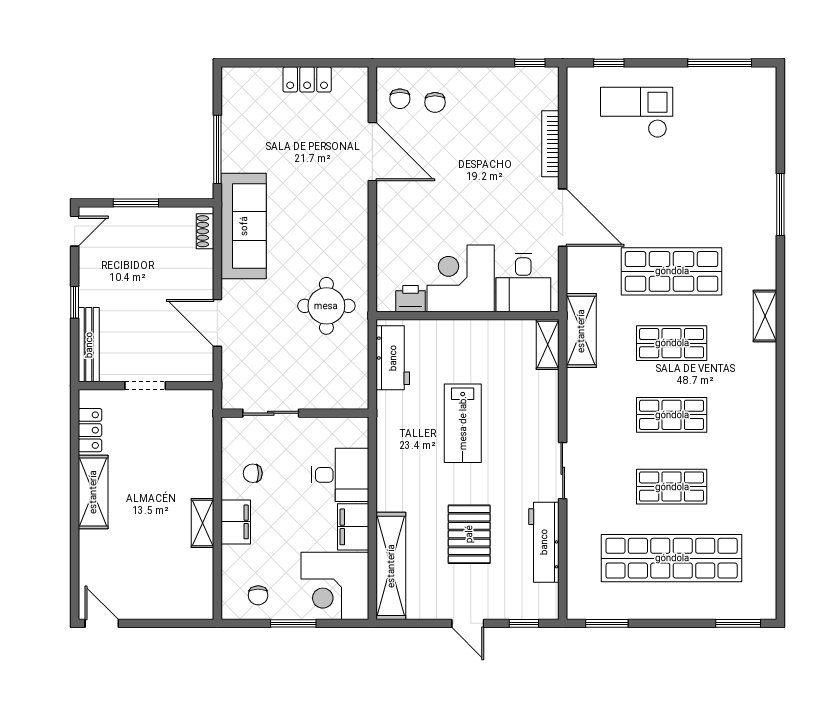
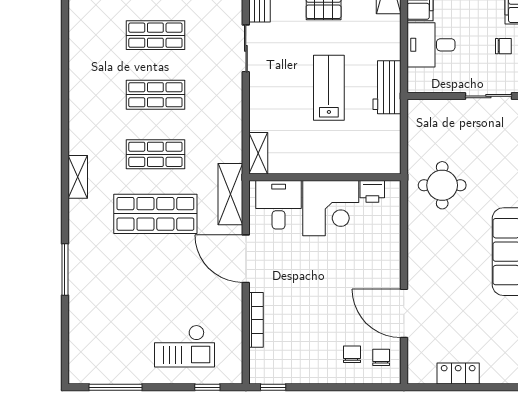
shelving: (581, 331) -> (230, 194), moved
workbench: (393, 358) -> (387, 87), moved

